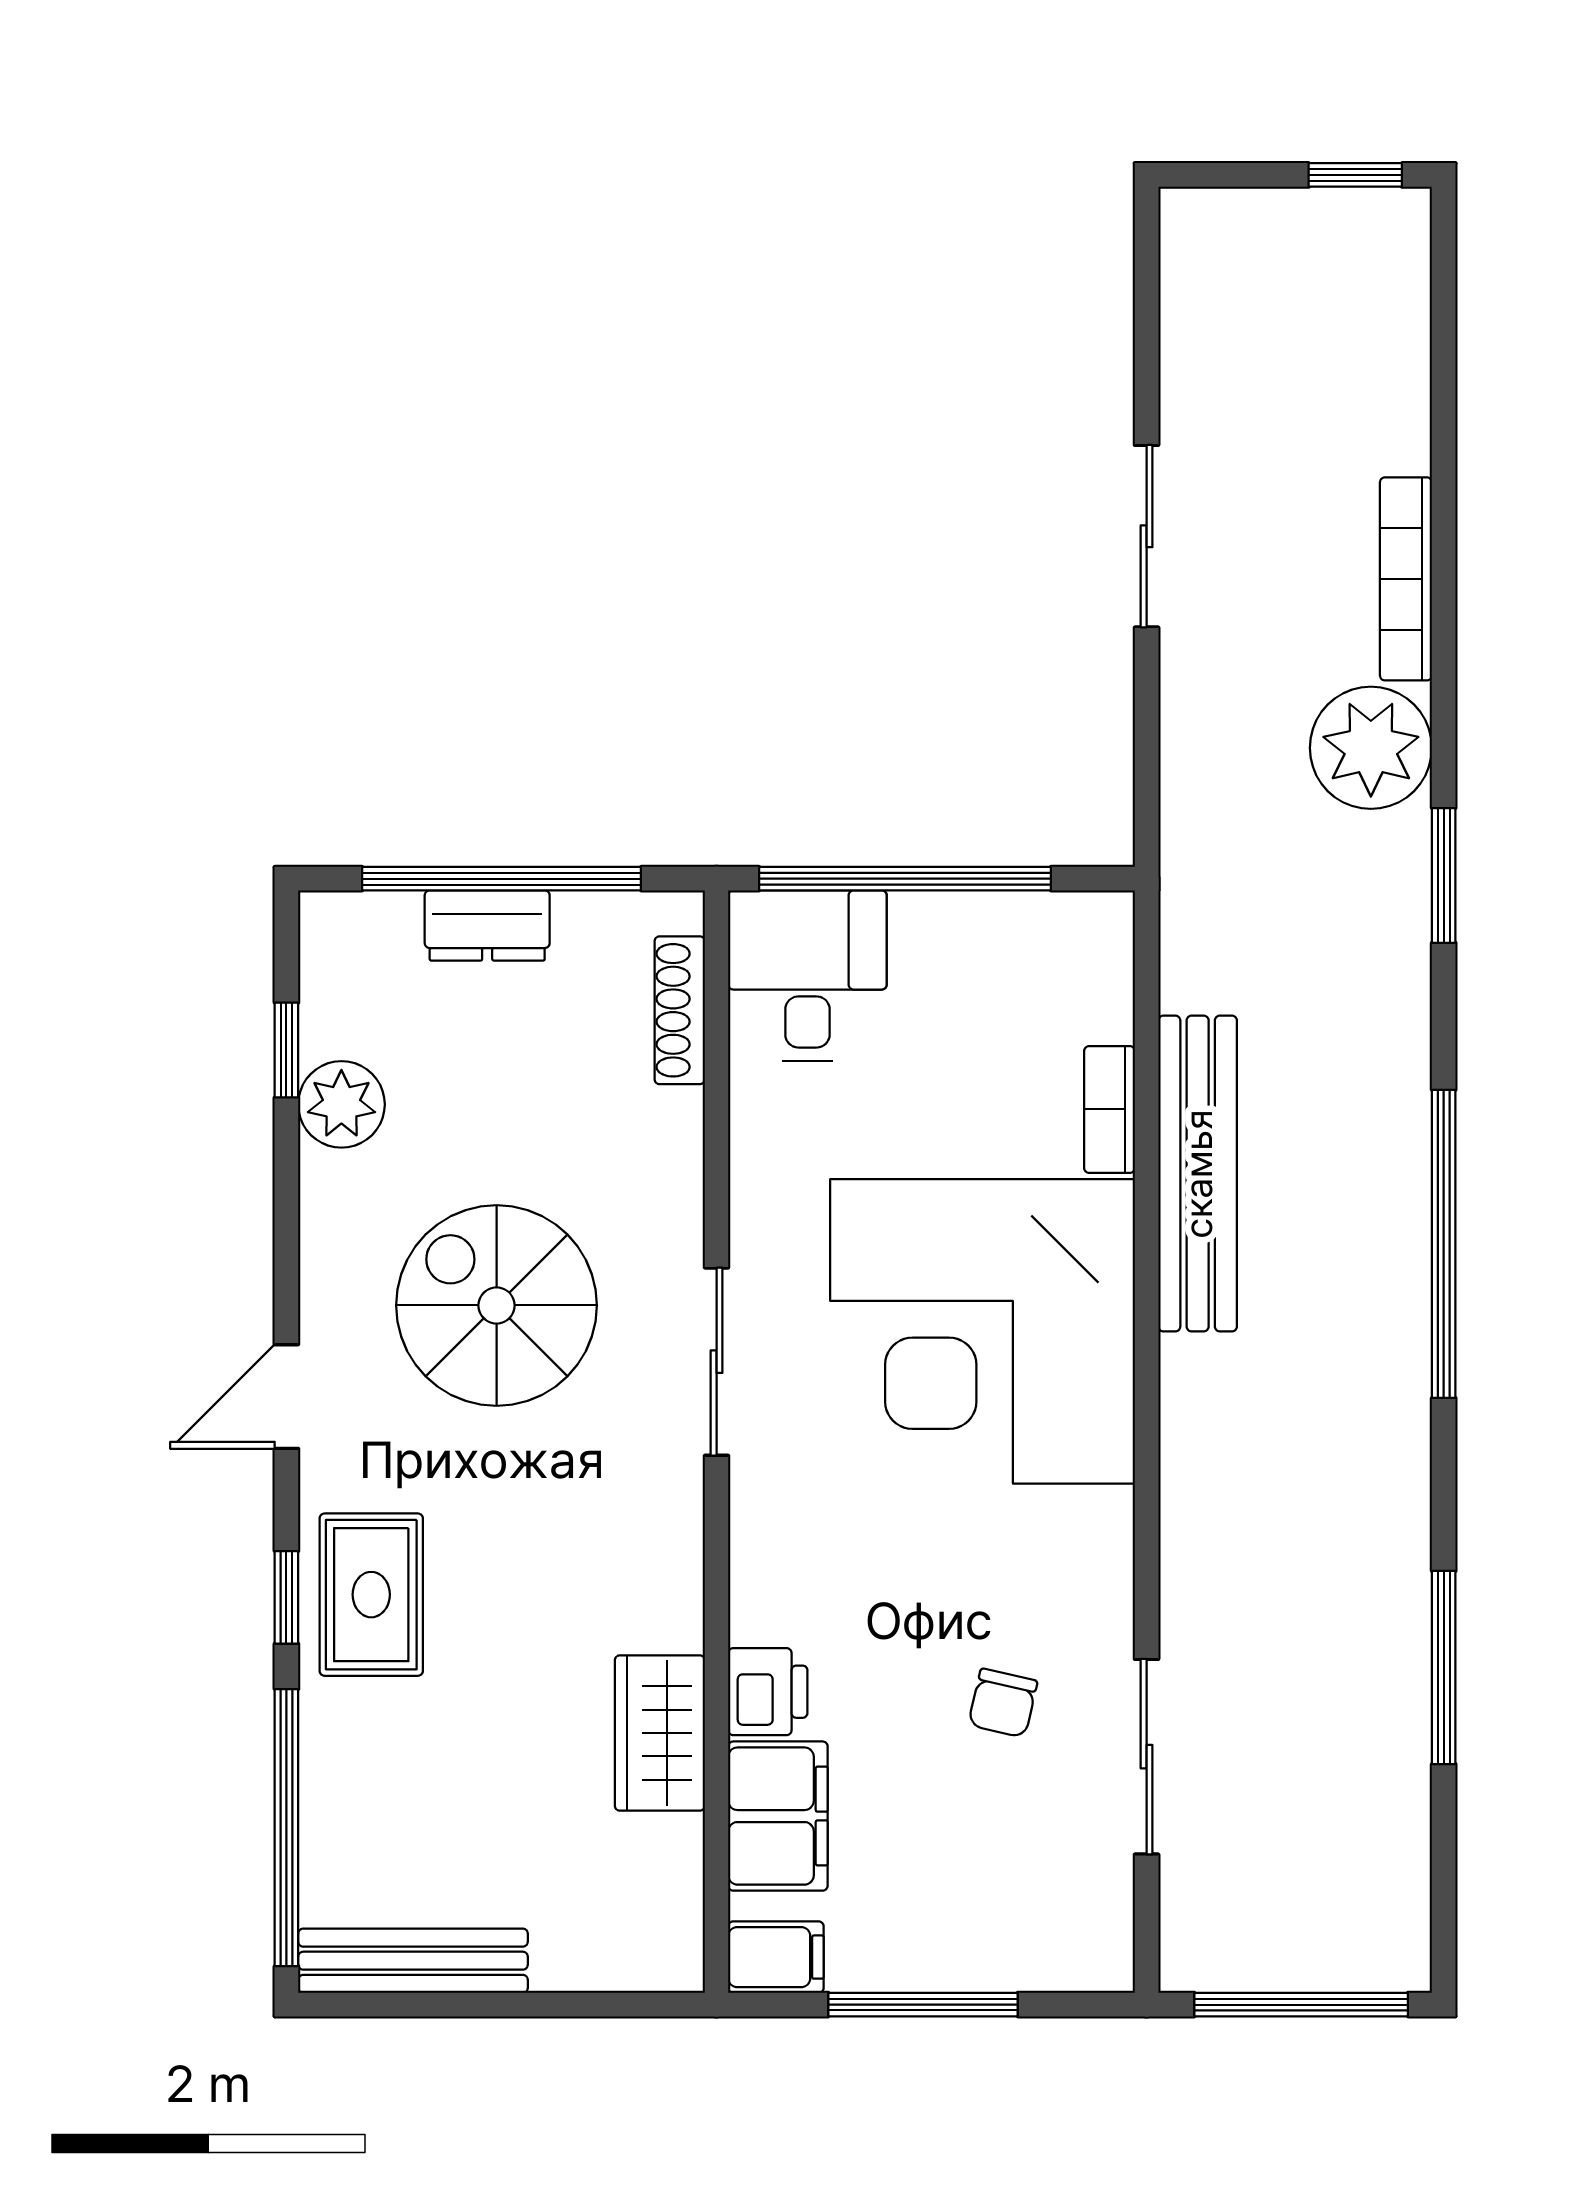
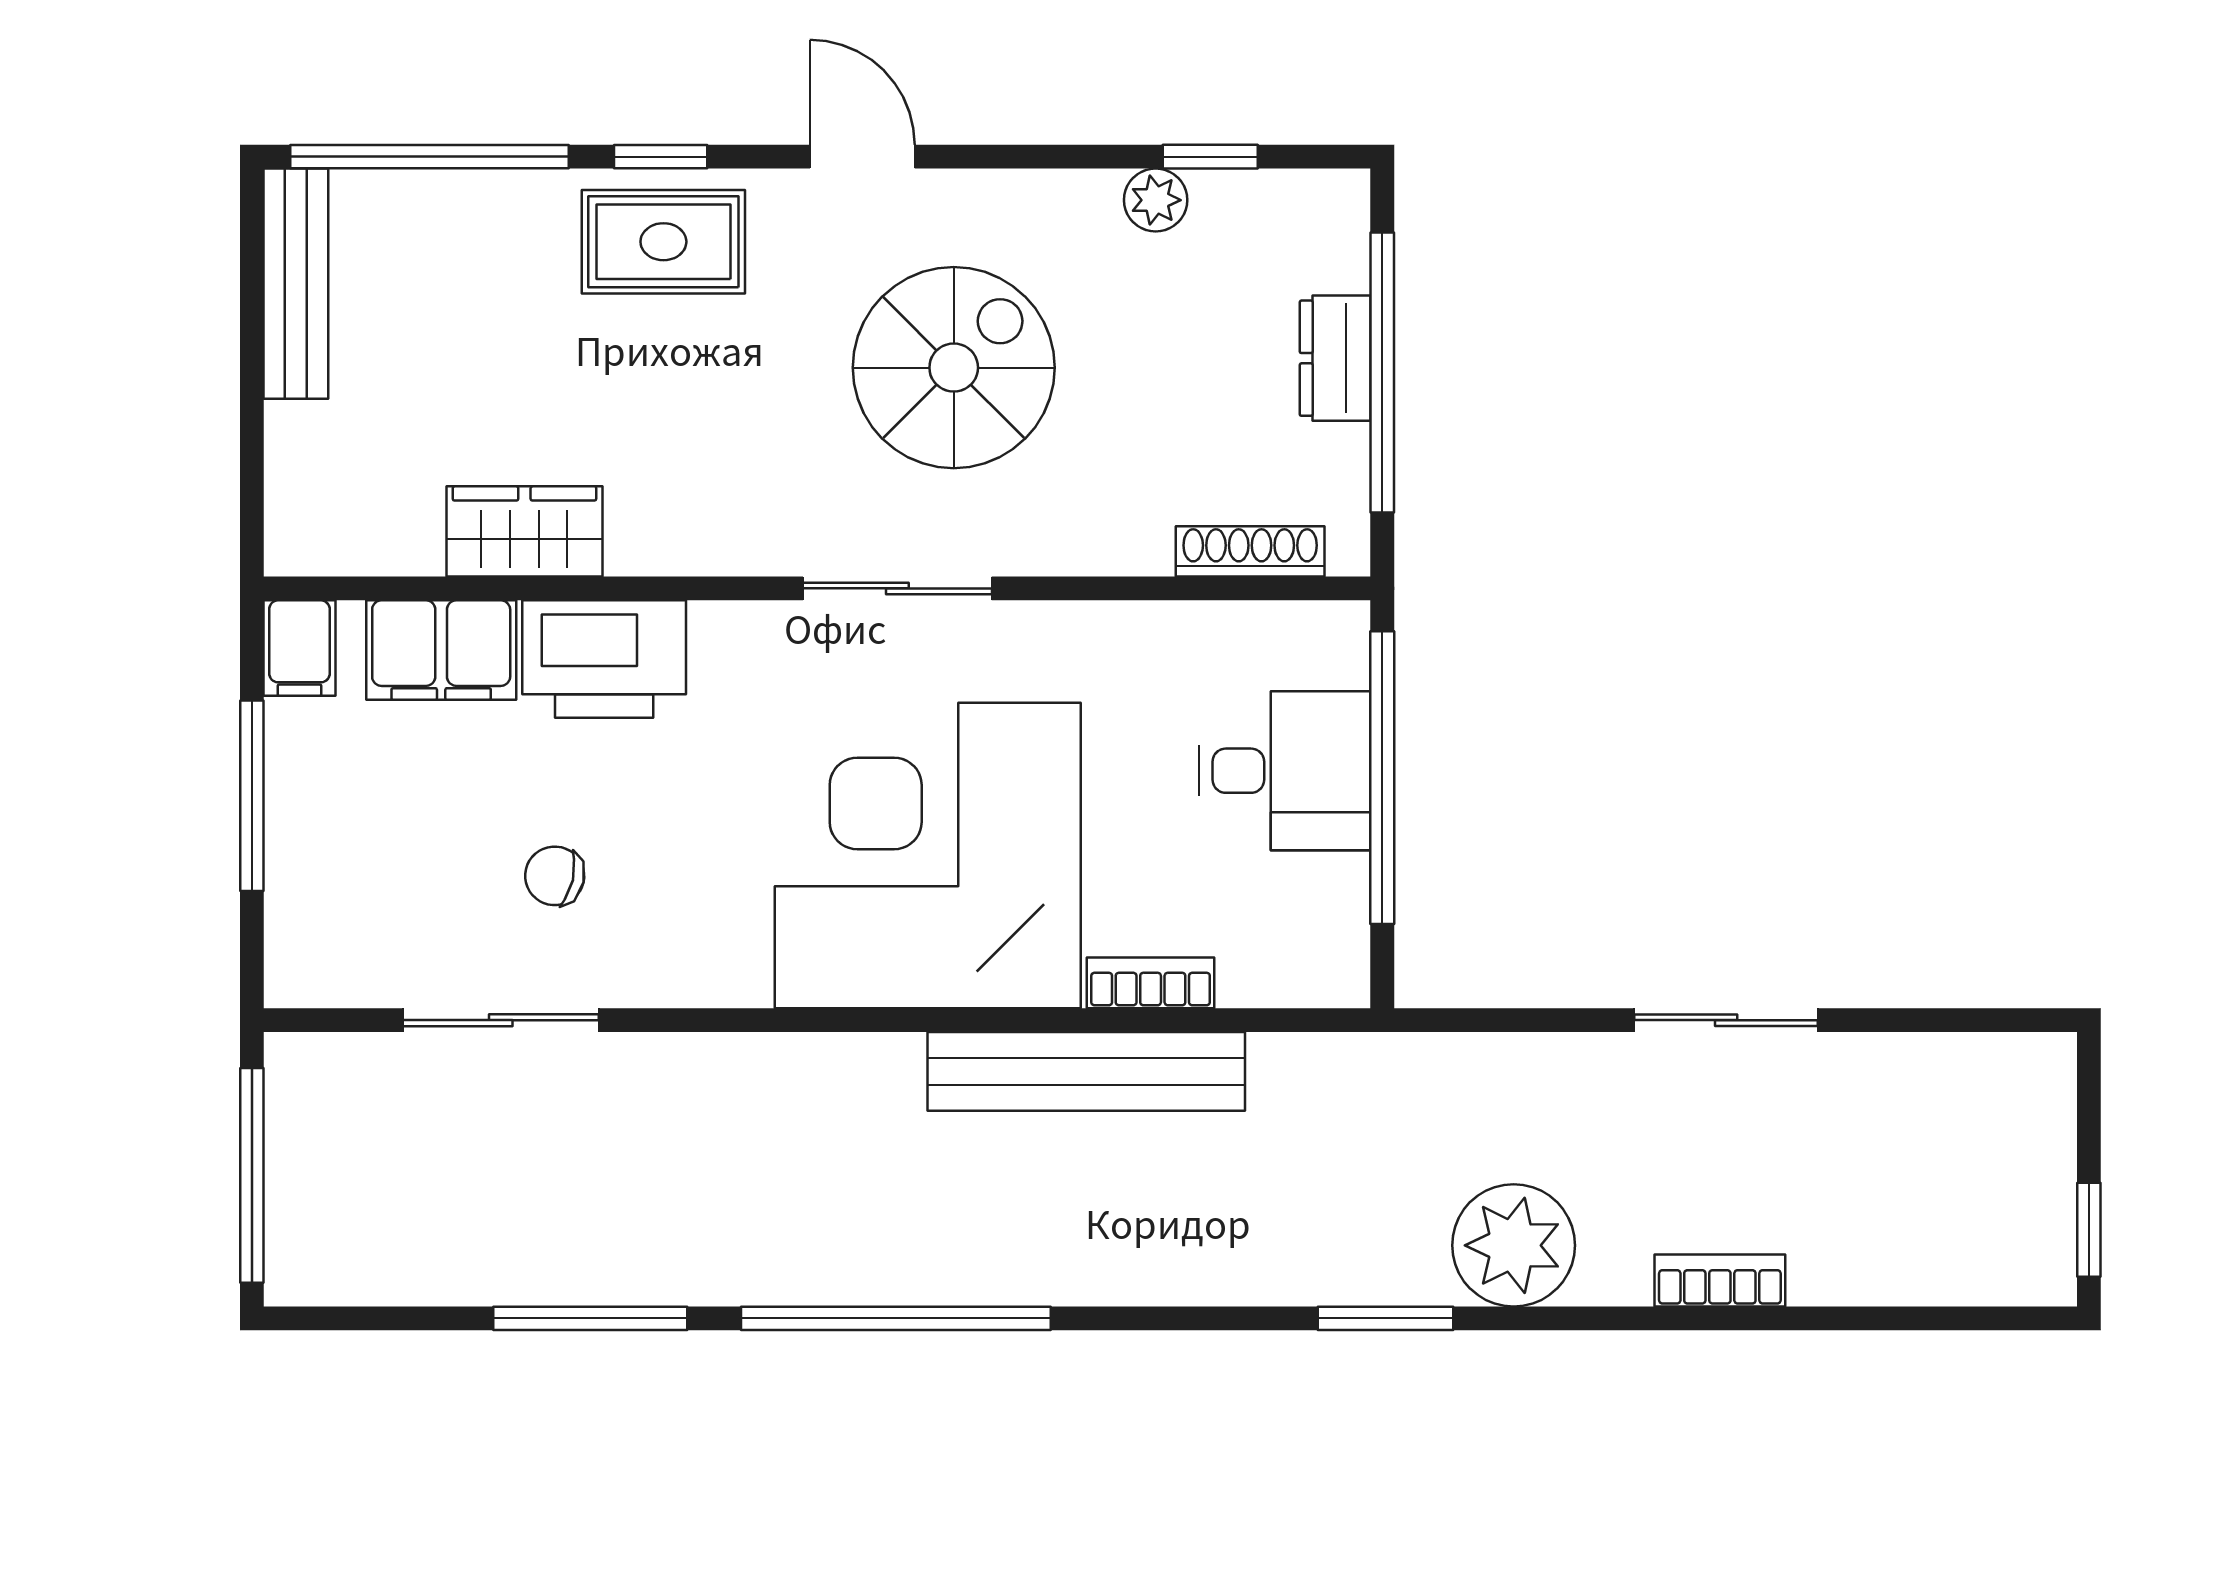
bookcase: (1406, 579) -> (1720, 1281), width x0.64
desk: (807, 976) -> (1285, 771), moved
plant: (341, 1104) -> (1156, 200), width x0.73, depth x0.73
window: (1444, 1244) -> (896, 1318), moved
printer: (768, 1692) -> (604, 659), width x1.87, depth x1.48

